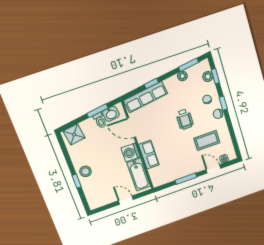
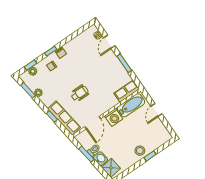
washbasin: (111, 114) -> (100, 159), moved
wheelchair: (185, 119) -> (80, 93), moved
coffee table: (207, 140) -> (86, 55), removed
row of seats: (149, 155) -> (127, 91), moved

